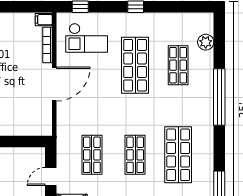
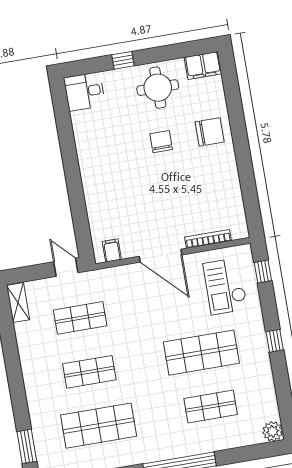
filing cabinet: (44, 20) -> (112, 250), moved
plant: (206, 42) -> (273, 431), moved
door: (51, 176) -> (66, 267), moved

